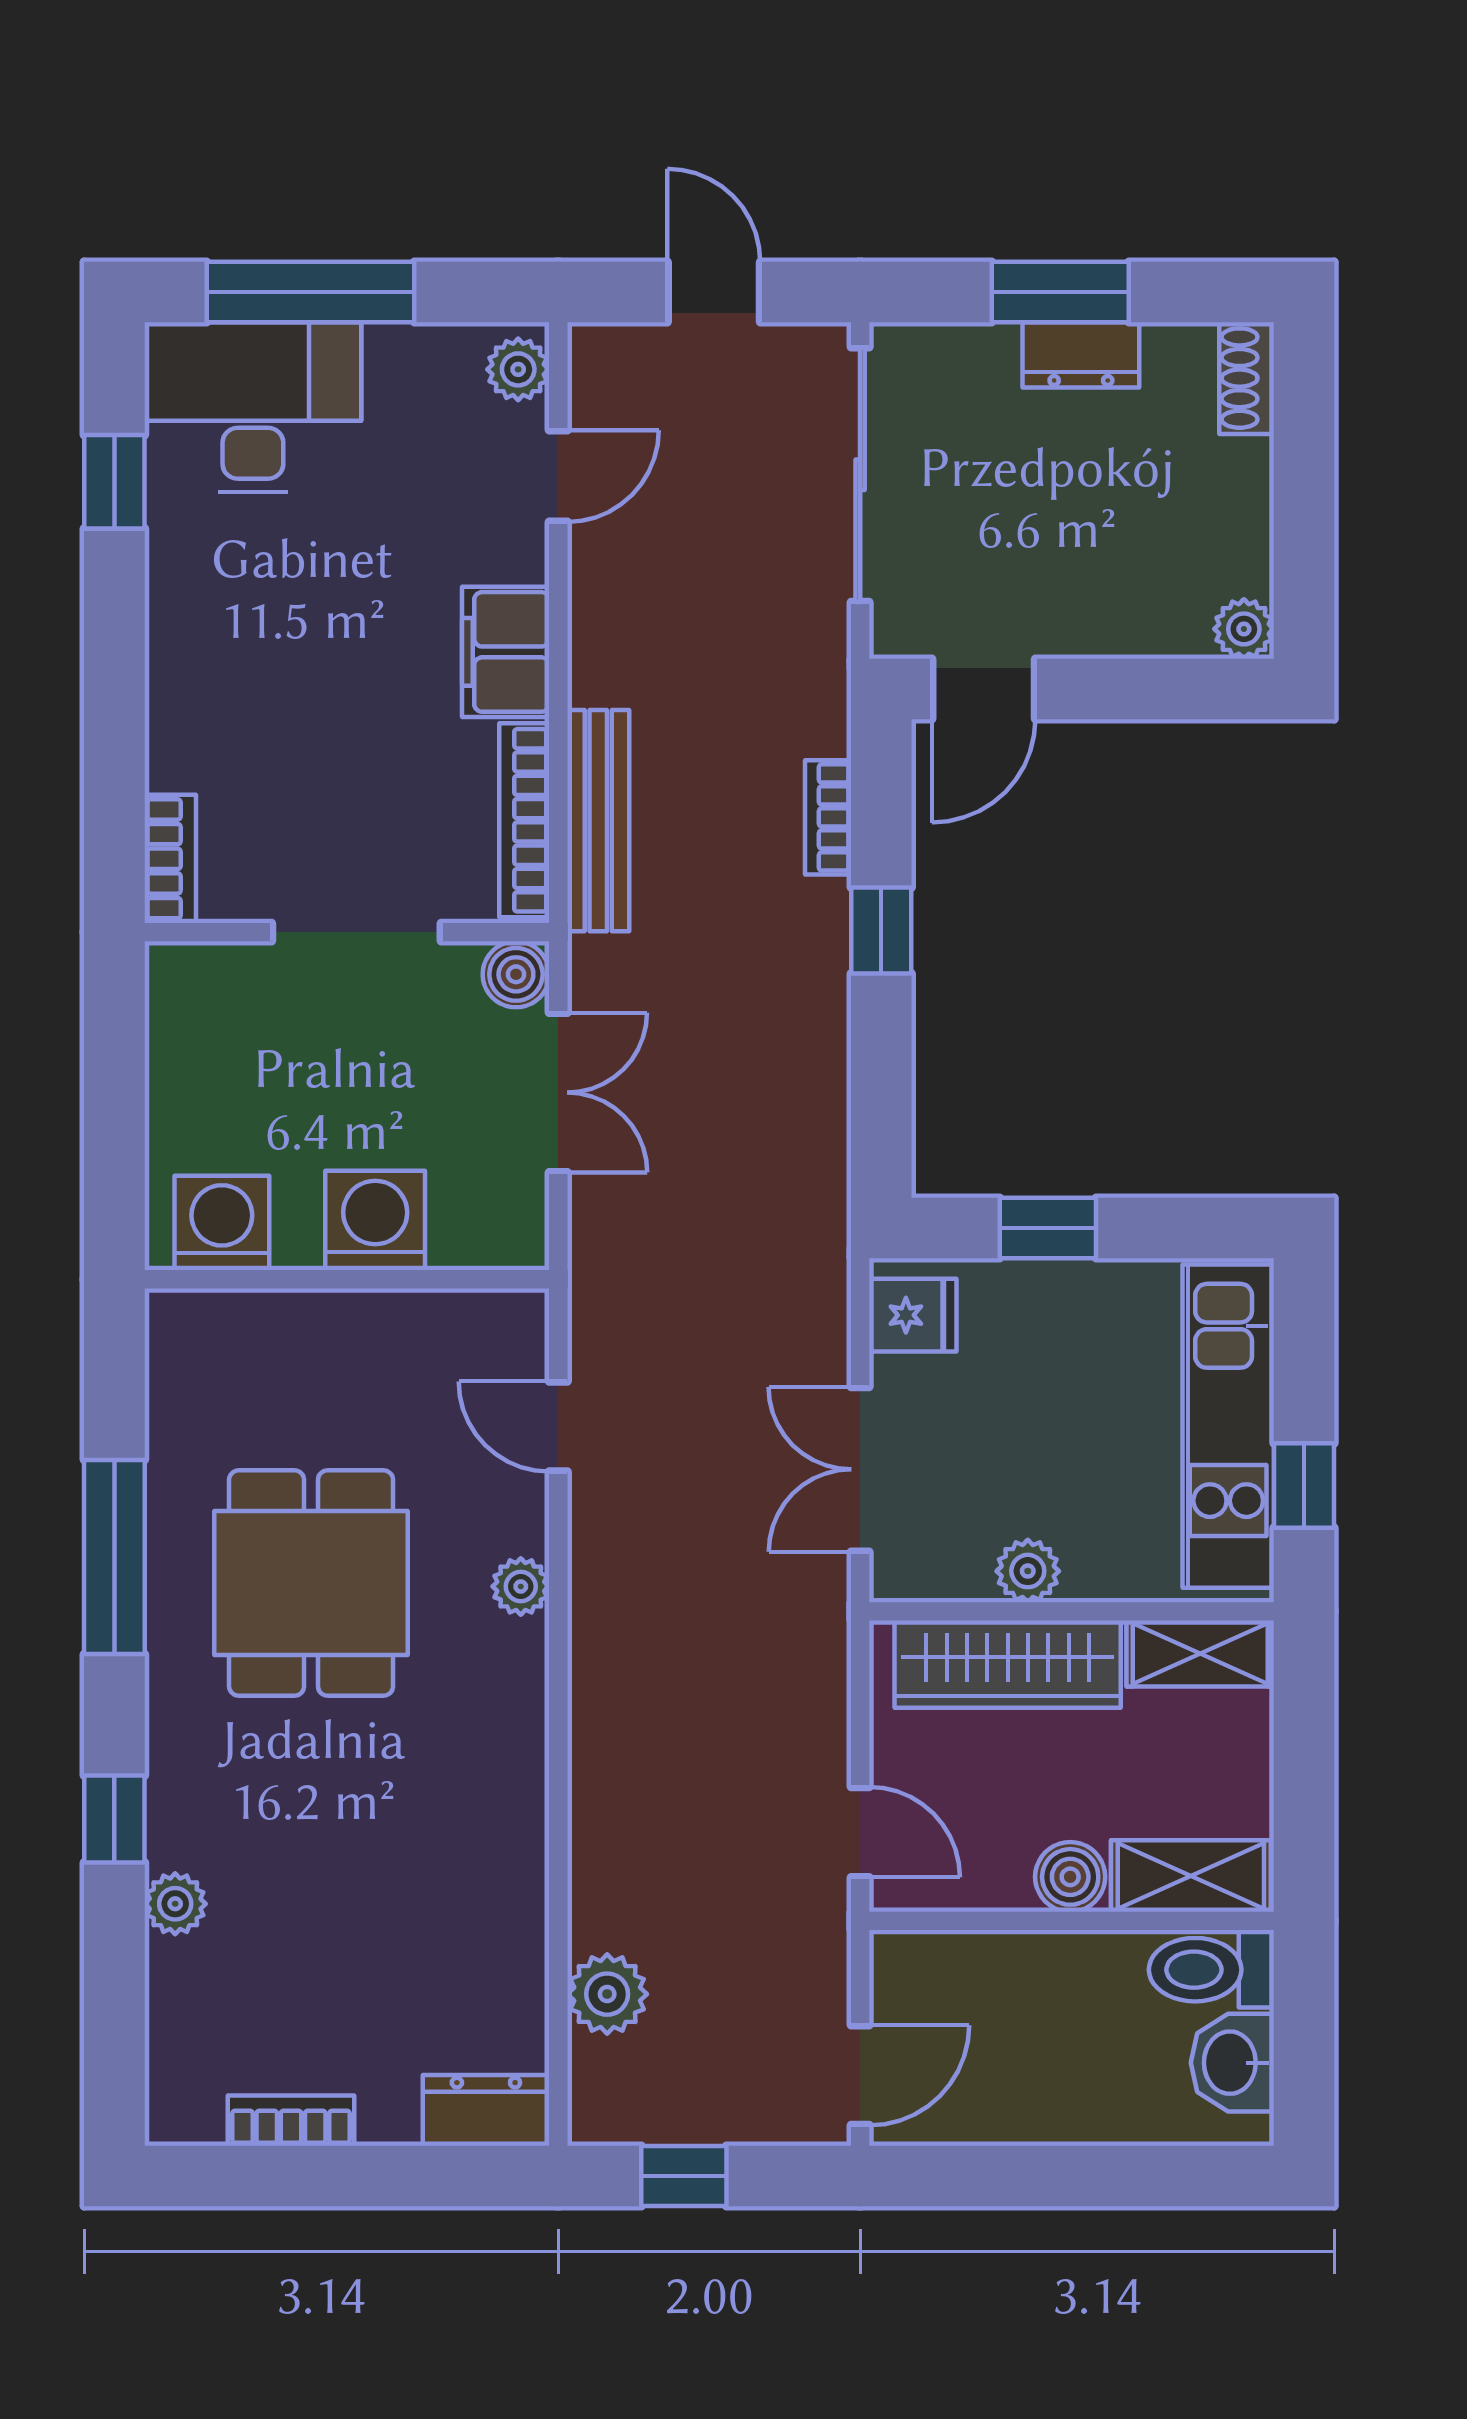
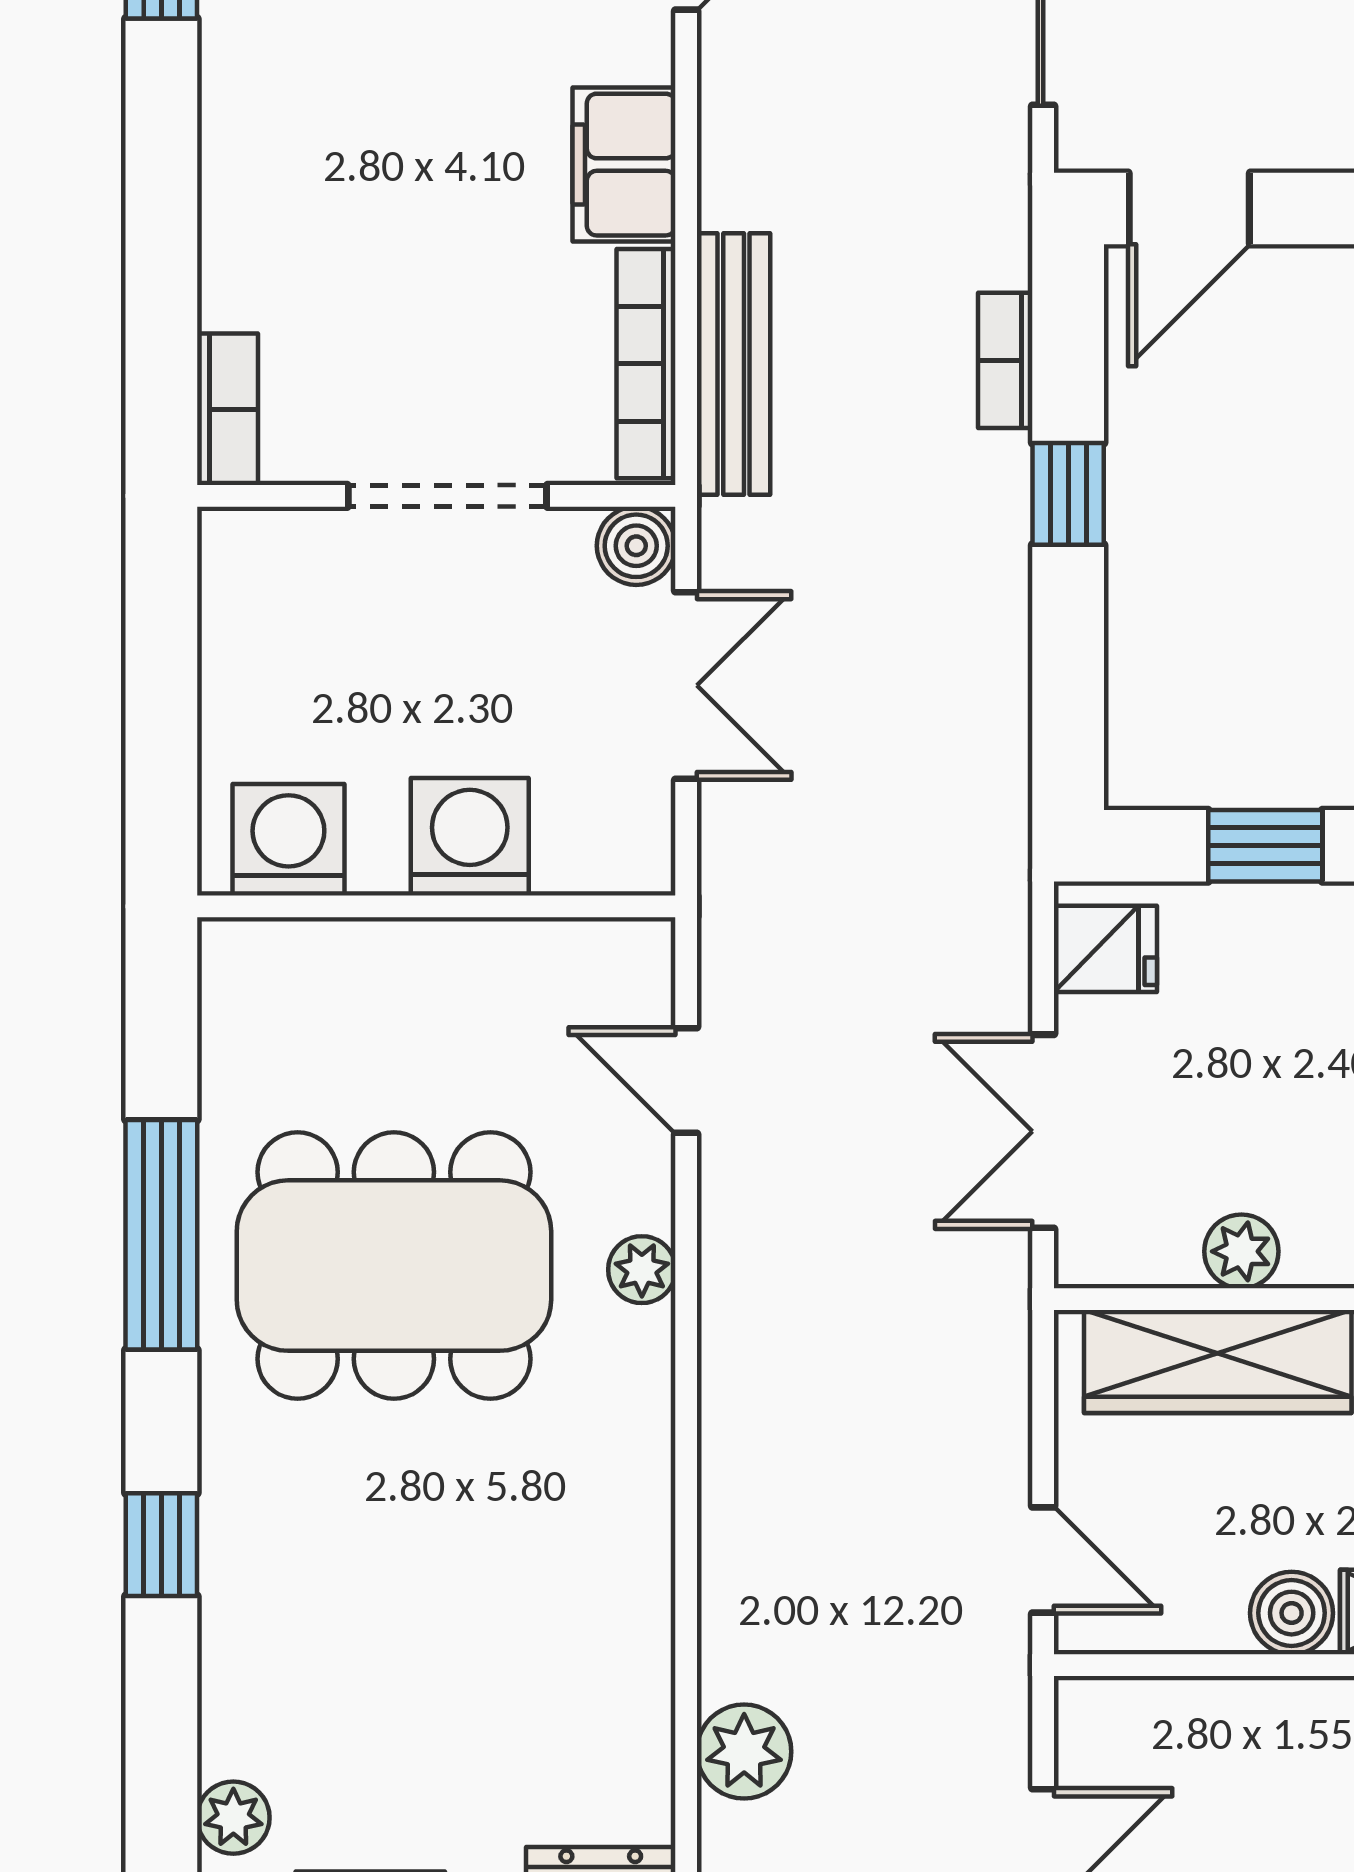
dining table: (311, 1583) -> (394, 1266), width x1.38
plant: (175, 1904) -> (233, 1818), moved

